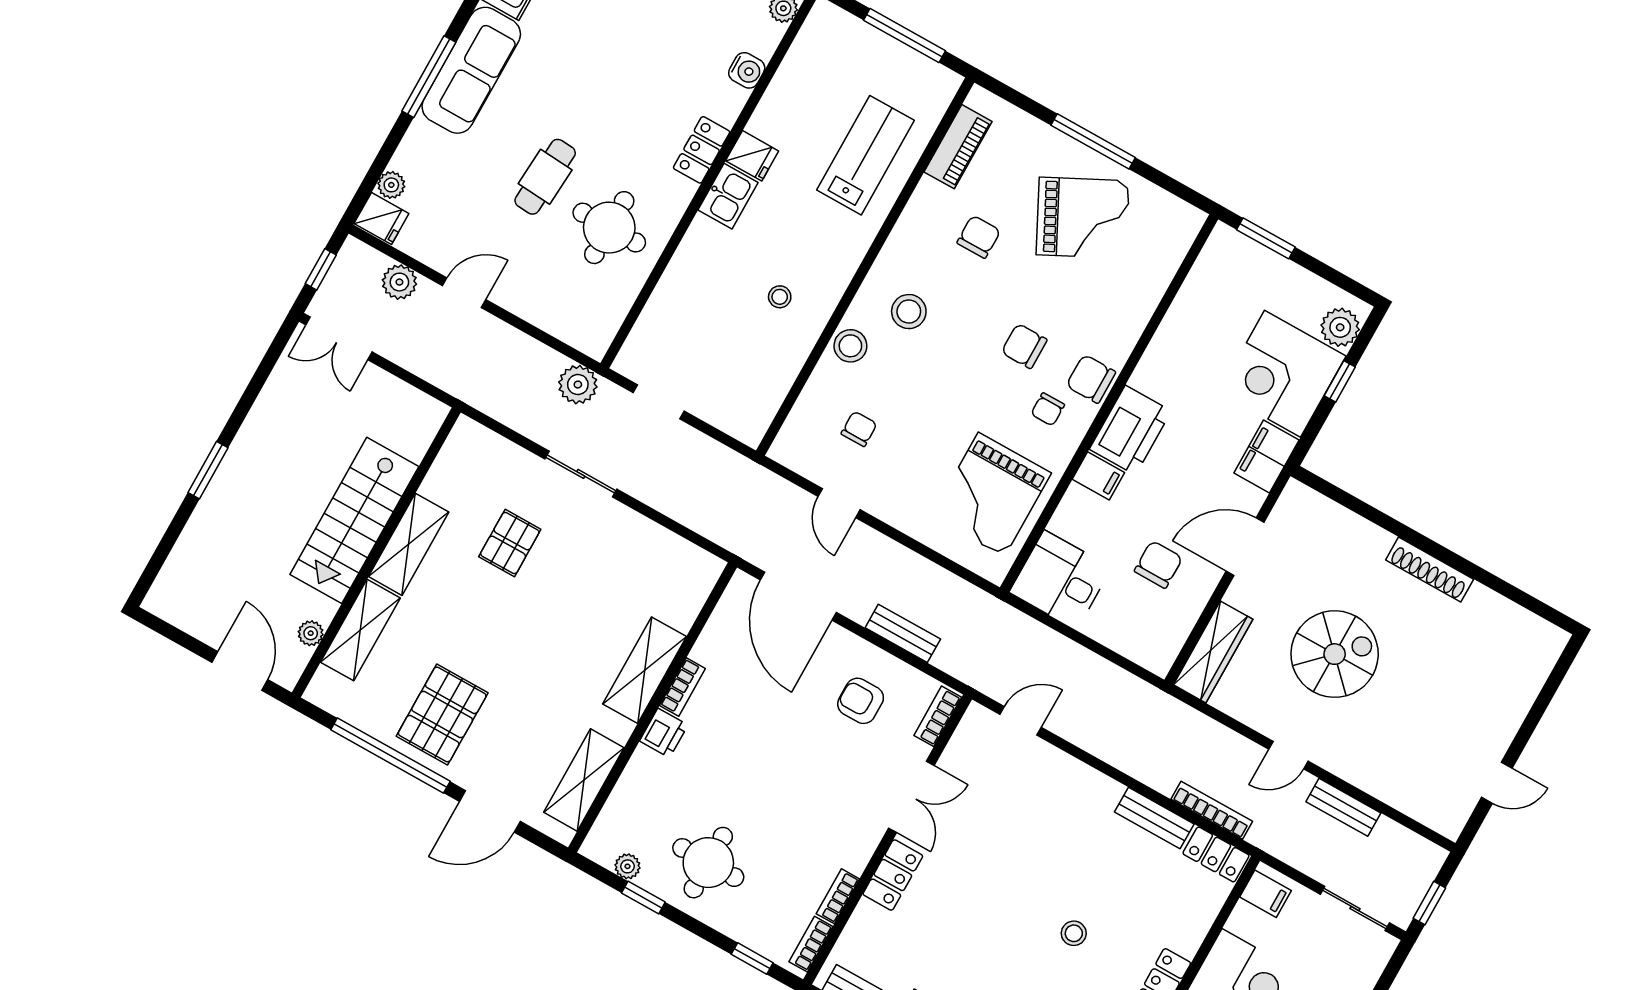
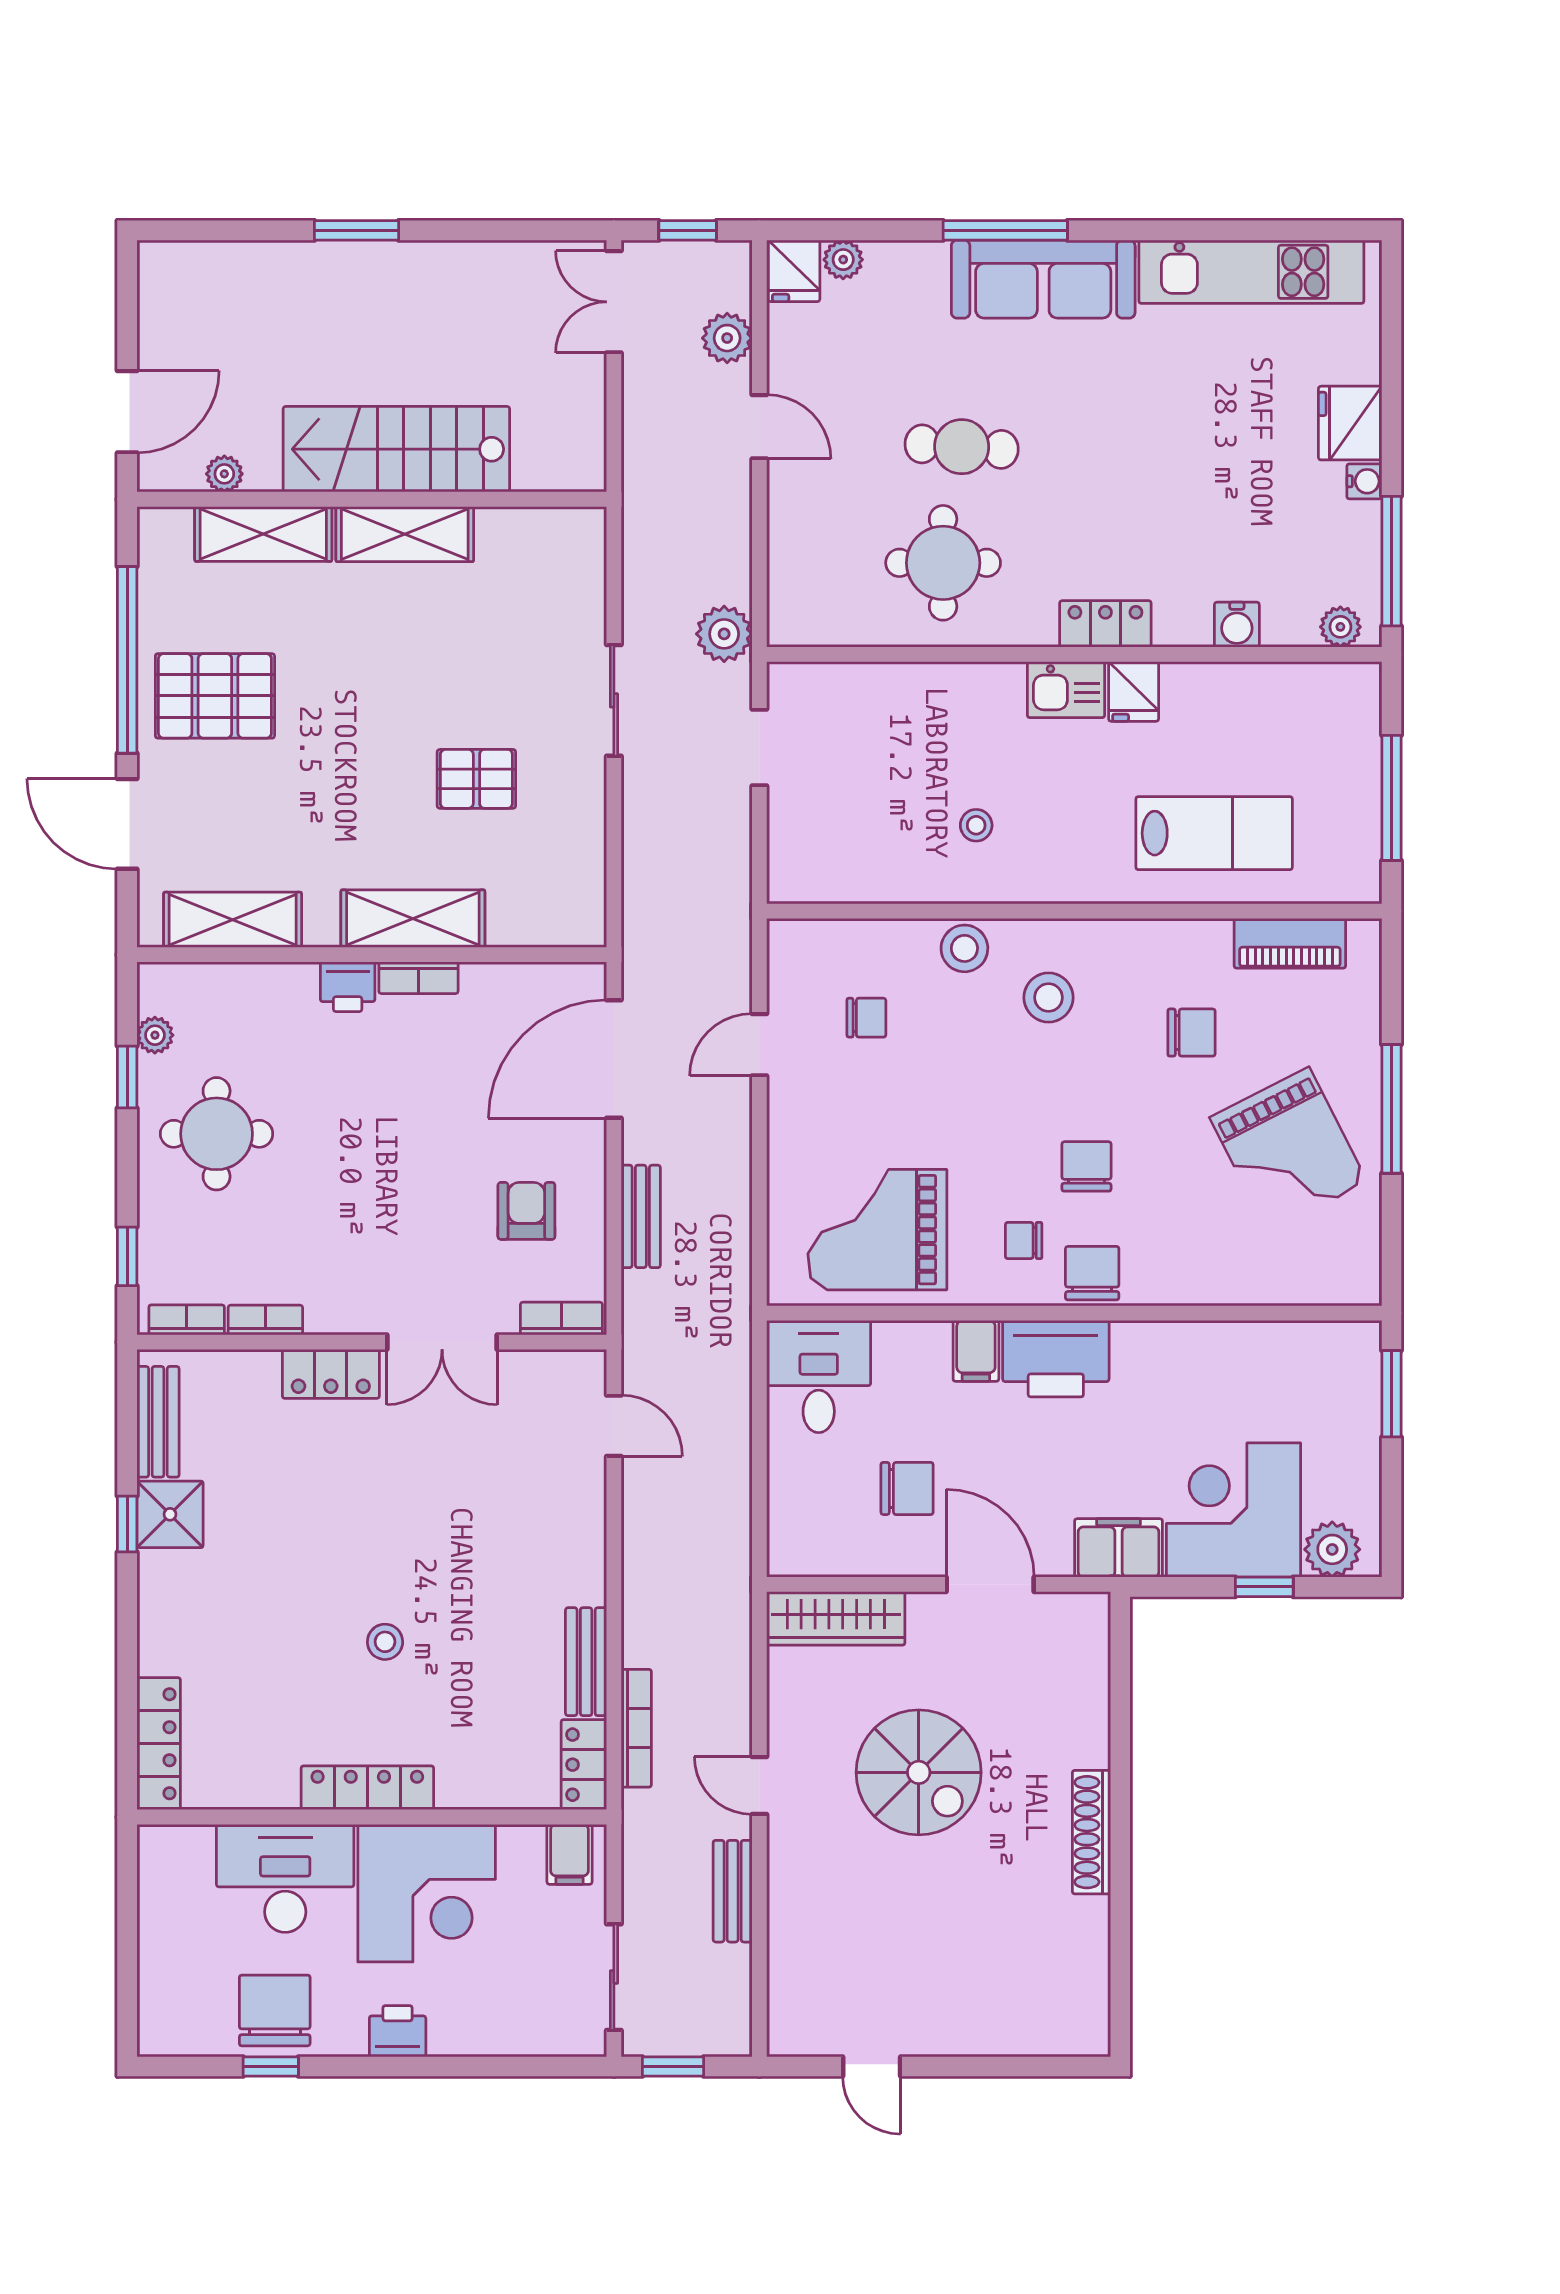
pallet: (510, 543) -> (476, 779), moved

